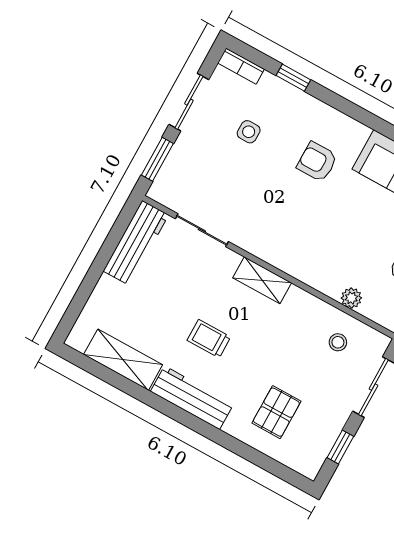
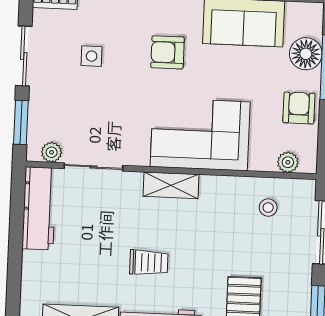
plant: (171, 199) -> (52, 152), added
corner sofa: (310, 248) -> (200, 134), added
plant: (351, 298) -> (288, 162), moved
trolley: (209, 339) -> (149, 263), turned 180

